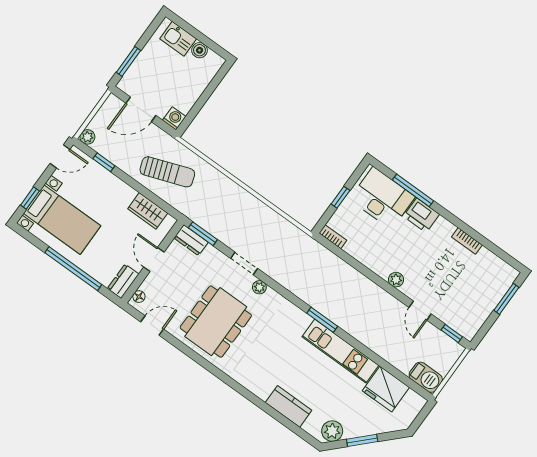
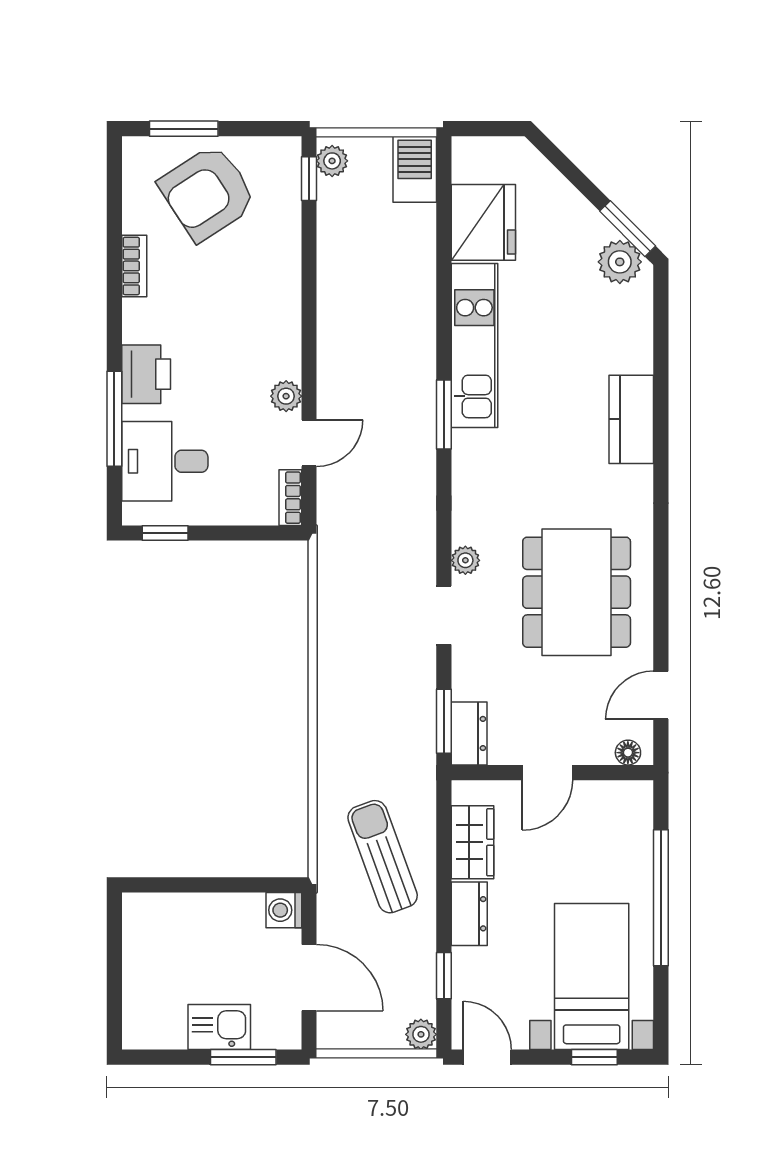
kitchen sink: (178, 39) -> (219, 1027), moved, turned -90
boiler: (199, 50) -> (138, 951), removed
window: (340, 197) -> (165, 533), moved
desk: (382, 198) -> (165, 461), width x0.73
plant: (396, 280) -> (286, 396), moved
dresser: (123, 281) -> (469, 914), moved, turned -90
armchair: (475, 290) -> (208, 193), added
door: (420, 311) -> (309, 443), moved
dining table: (216, 322) -> (577, 592), turned 90
door: (152, 325) -> (661, 695), hinge flipped
plant: (452, 347) -> (332, 161), added
kitchen counter: (289, 406) -> (631, 419), moved
window: (362, 440) -> (628, 229), moved

